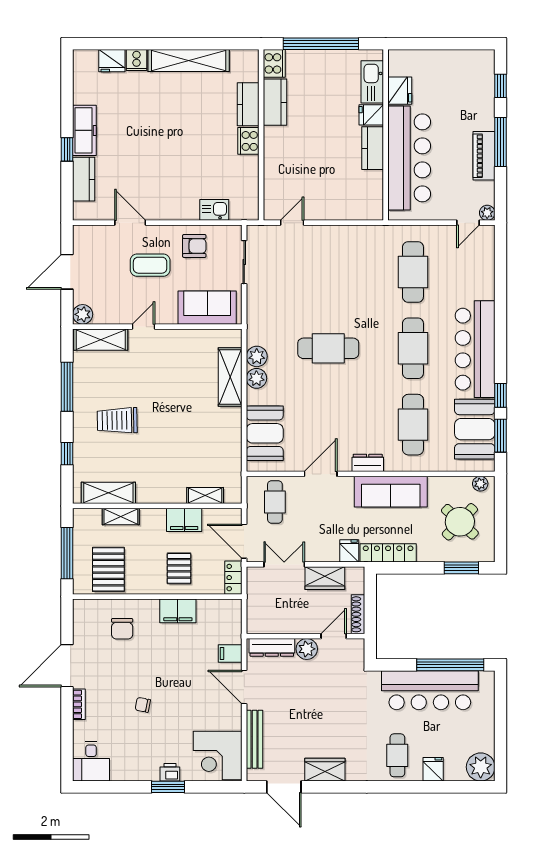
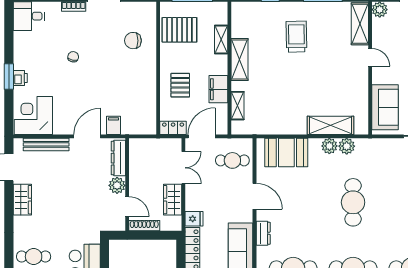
shelving: (108, 493) -> (240, 60), moved
pallet: (179, 568) -> (180, 85), turned 90
filing cabinet: (178, 611) -> (147, 84), removed

